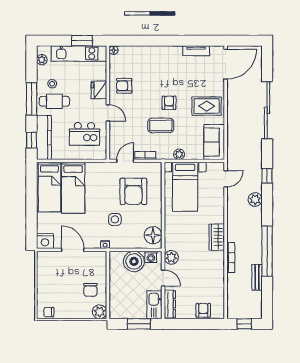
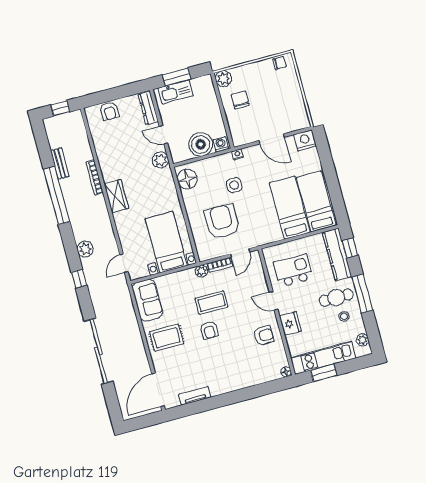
plant: (179, 154) -> (201, 271), moved
washing machine: (151, 257) -> (221, 144), moved
kitchen sink: (154, 305) -> (176, 92), moved, turned 90

